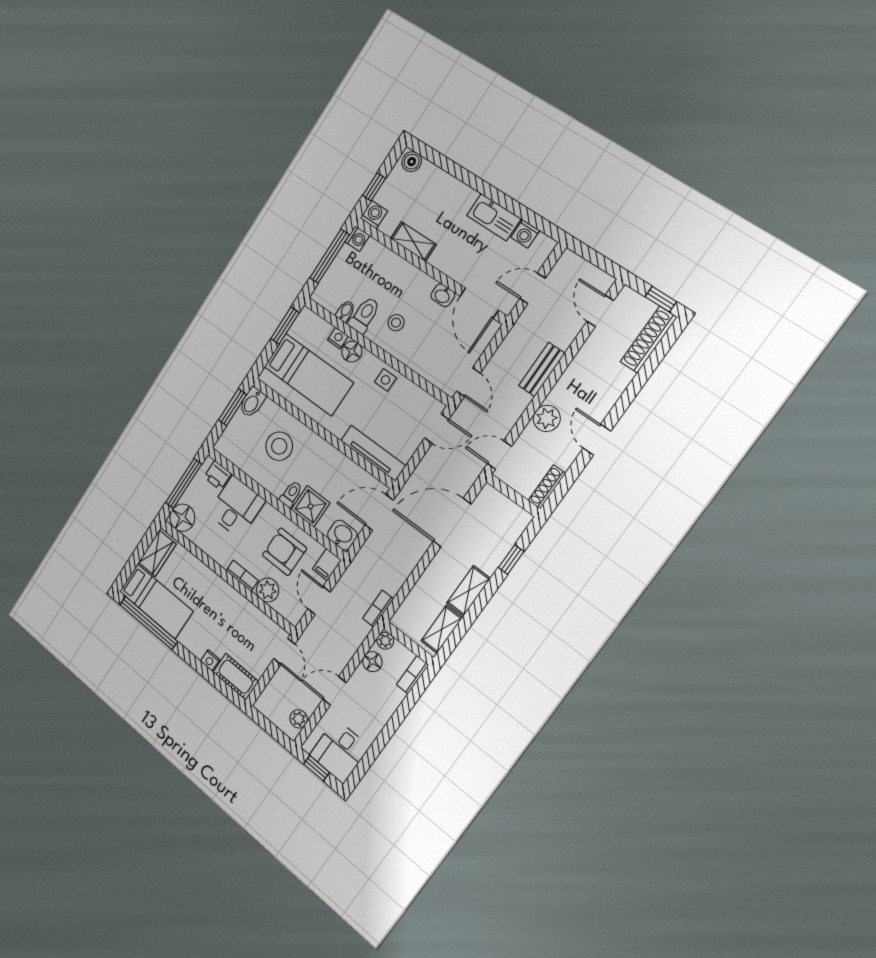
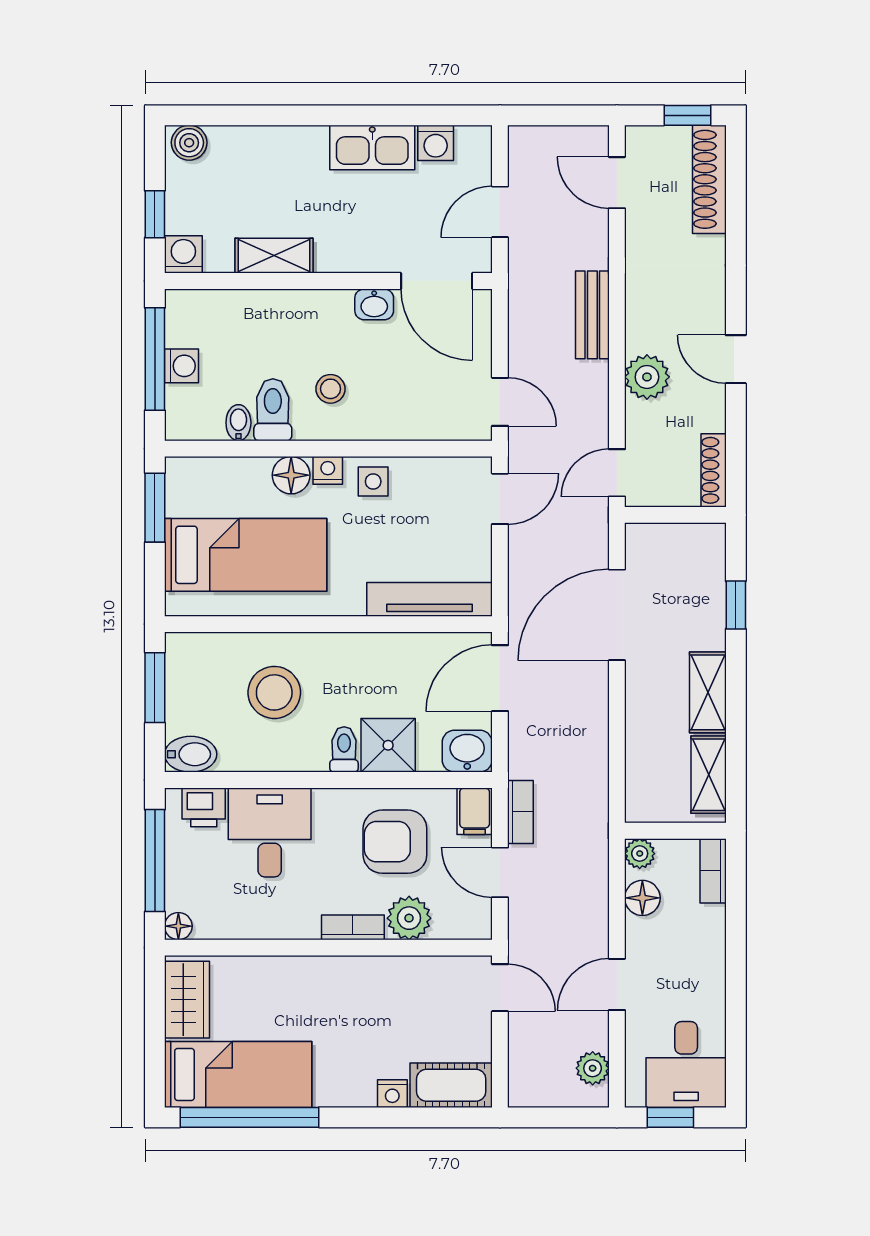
washing machine: (357, 239) -> (182, 366), moved
nightstand: (338, 338) -> (328, 470), moved
bidet: (252, 402) -> (191, 754), moved, turned -90
floor lamp: (182, 518) -> (178, 926), width x0.53, depth x0.53
bookcase: (378, 609) -> (520, 812), moved, turned 180

